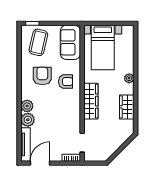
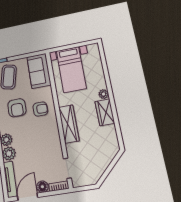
armchair: (42, 76) -> (17, 108), turned 180
wardrobe: (127, 107) -> (105, 112), moved
floor lamp: (56, 156) -> (42, 187), added

